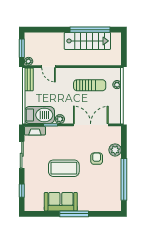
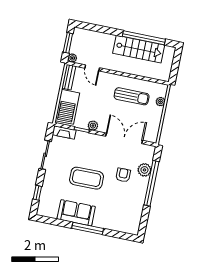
barbecue: (39, 115) -> (67, 107), moved, turned 90
window: (124, 179) -> (151, 183), moved

